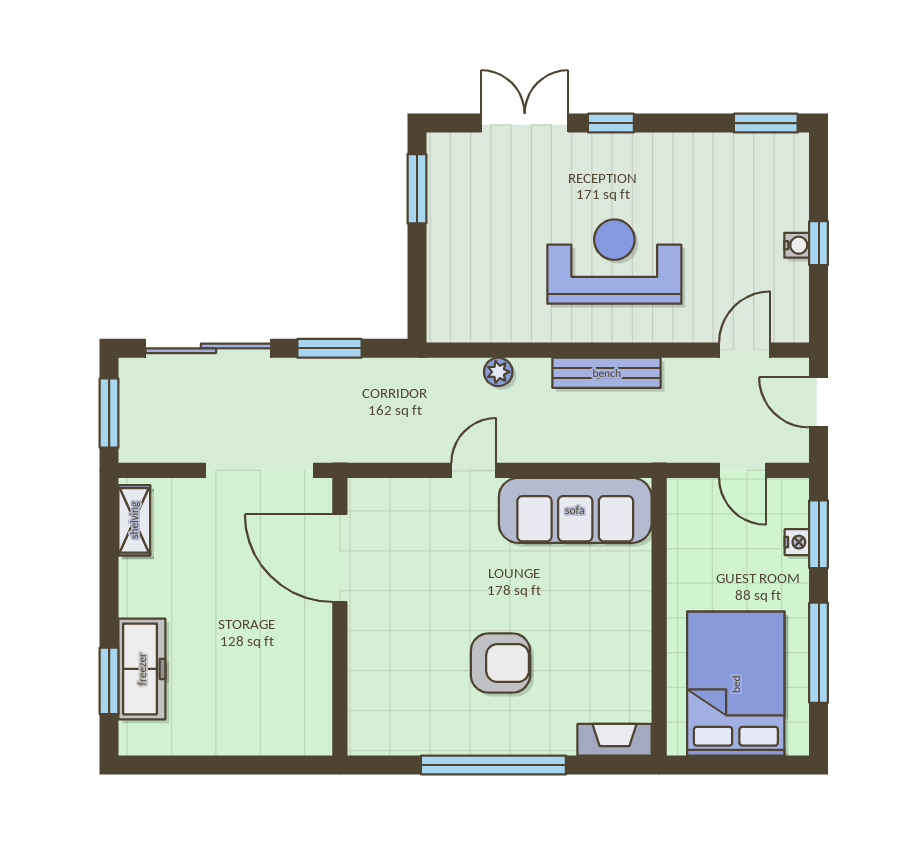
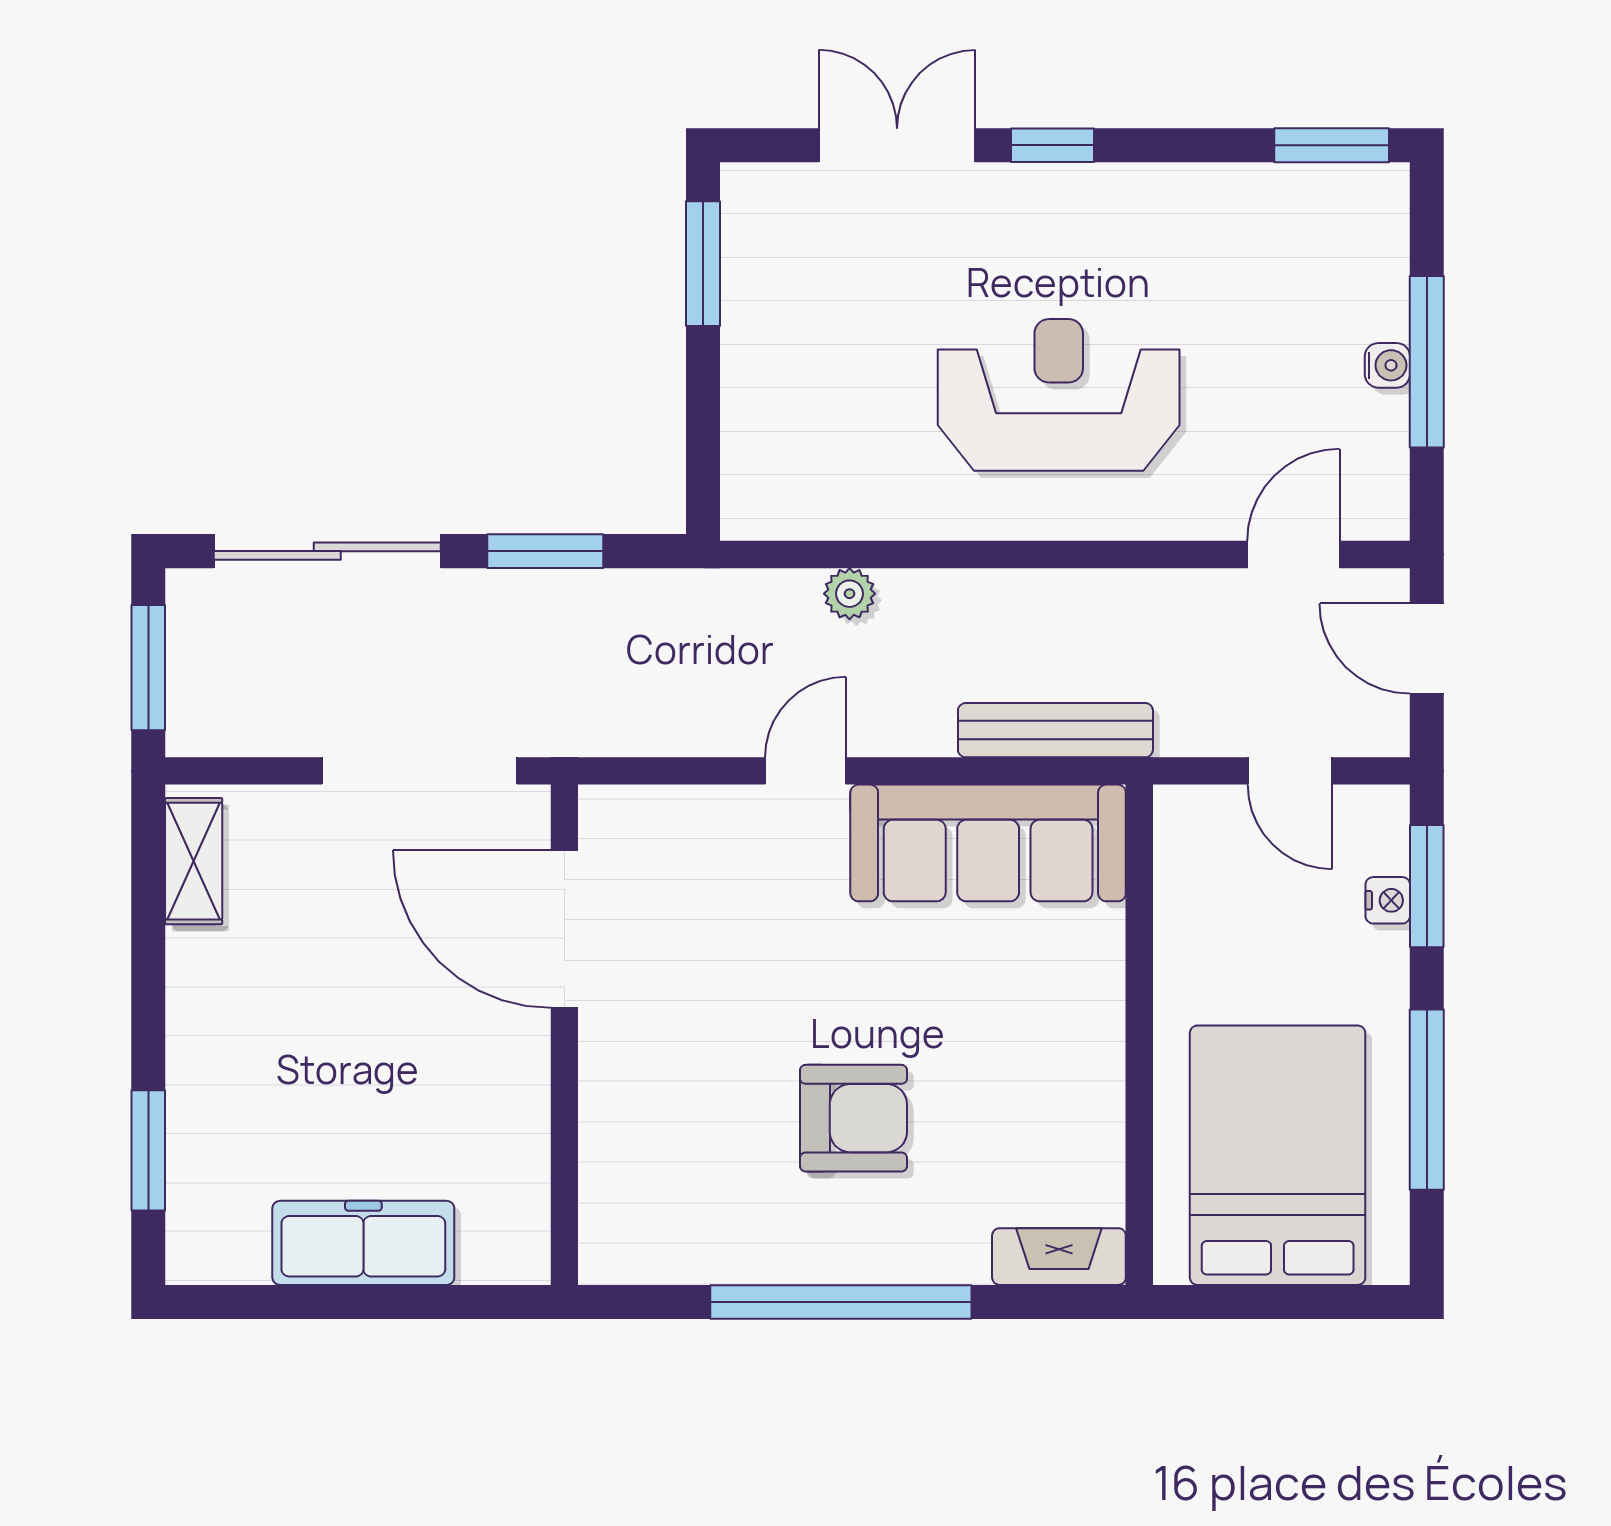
window: (819, 243) -> (1427, 362), width x2.17
bench: (607, 373) -> (1055, 730), moved
freezer: (142, 669) -> (363, 1243), moved, turned -90

